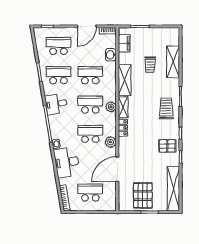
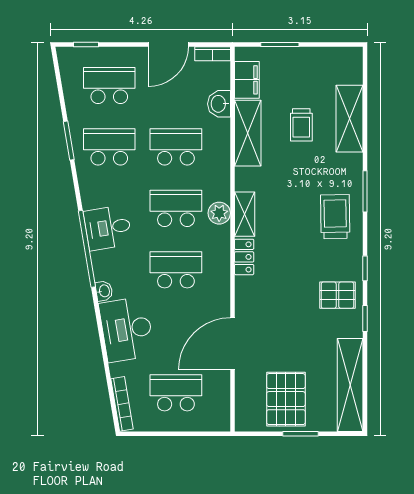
shelving: (125, 80) -> (248, 133), moved
desk: (56, 104) -> (108, 228), moved
plant: (111, 142) -> (218, 287), removed

